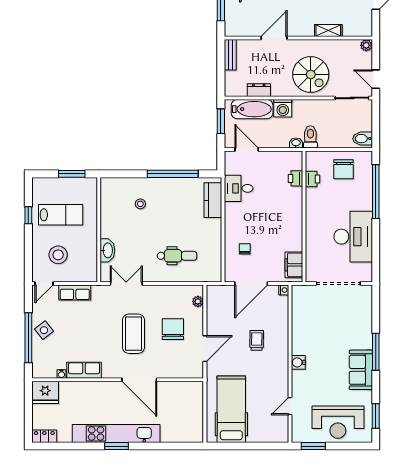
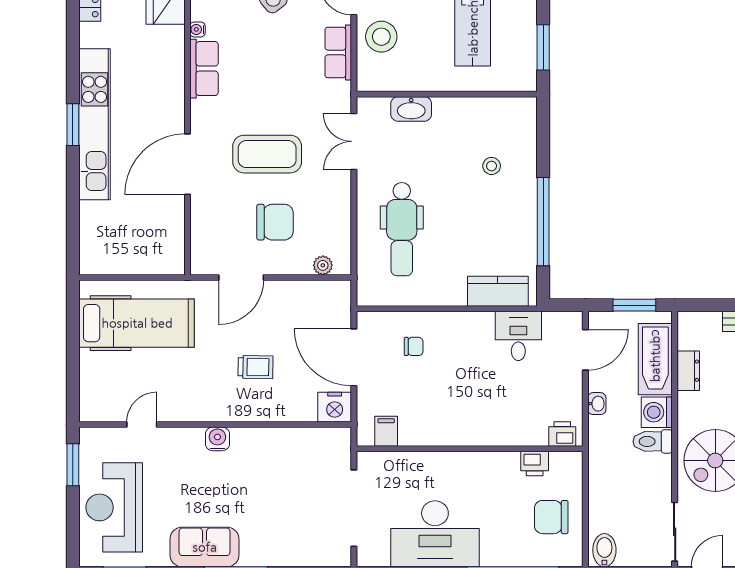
toilet: (310, 137) -> (653, 441), moved, turned 180
washbasin: (296, 143) -> (597, 404), moved
printer: (295, 178) -> (562, 434), moved
stool: (58, 255) -> (381, 37), moved
dental chair: (177, 256) -> (402, 229), width x1.36, depth x1.38
filing cabinet: (294, 265) -> (386, 431), width x0.50
double door: (126, 283) -> (354, 141), swing flipped
nightstand: (284, 290) -> (335, 407), width x1.89, depth x1.79
door: (205, 349) -> (241, 277), hinge flipped
door: (290, 406) -> (142, 425), hinge flipped

